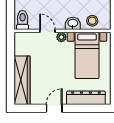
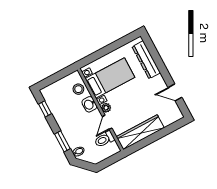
toilet: (23, 20) -> (104, 139), moved
wardrobe: (22, 80) -> (140, 132), moved
door: (54, 108) -> (175, 92), moved

